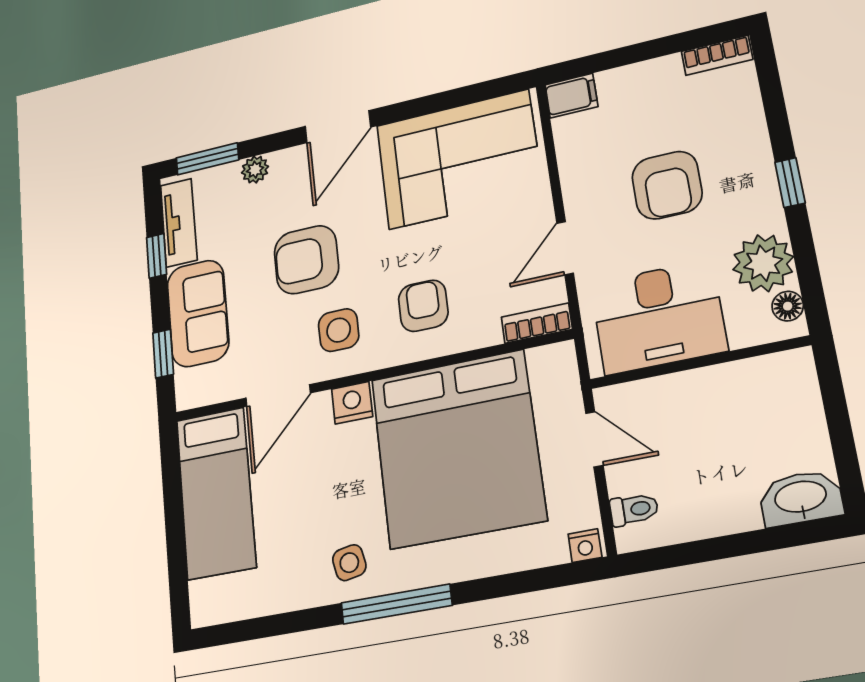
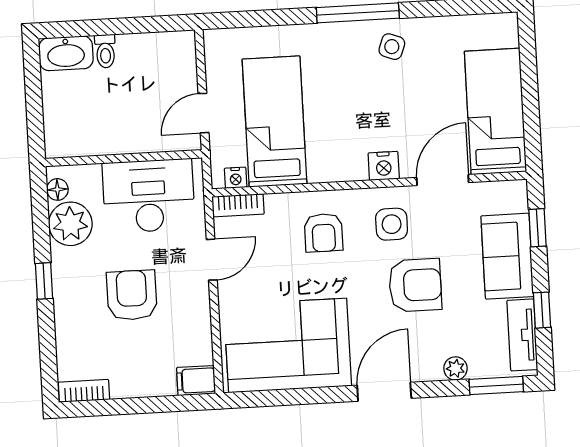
door: (594, 439) -> (204, 113), hinge flipped
bed: (457, 449) -> (275, 122), width x0.49
toilet: (634, 509) -> (105, 51), moved, turned -90
nightstand: (585, 546) -> (236, 178), moved, turned 180
side table: (349, 563) -> (392, 47), turned 31

